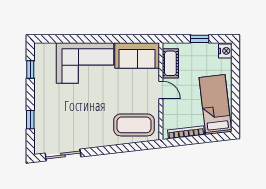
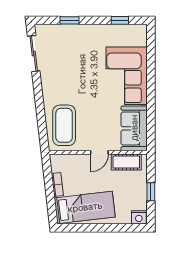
bookcase: (186, 132) -> (57, 184), width x0.64

